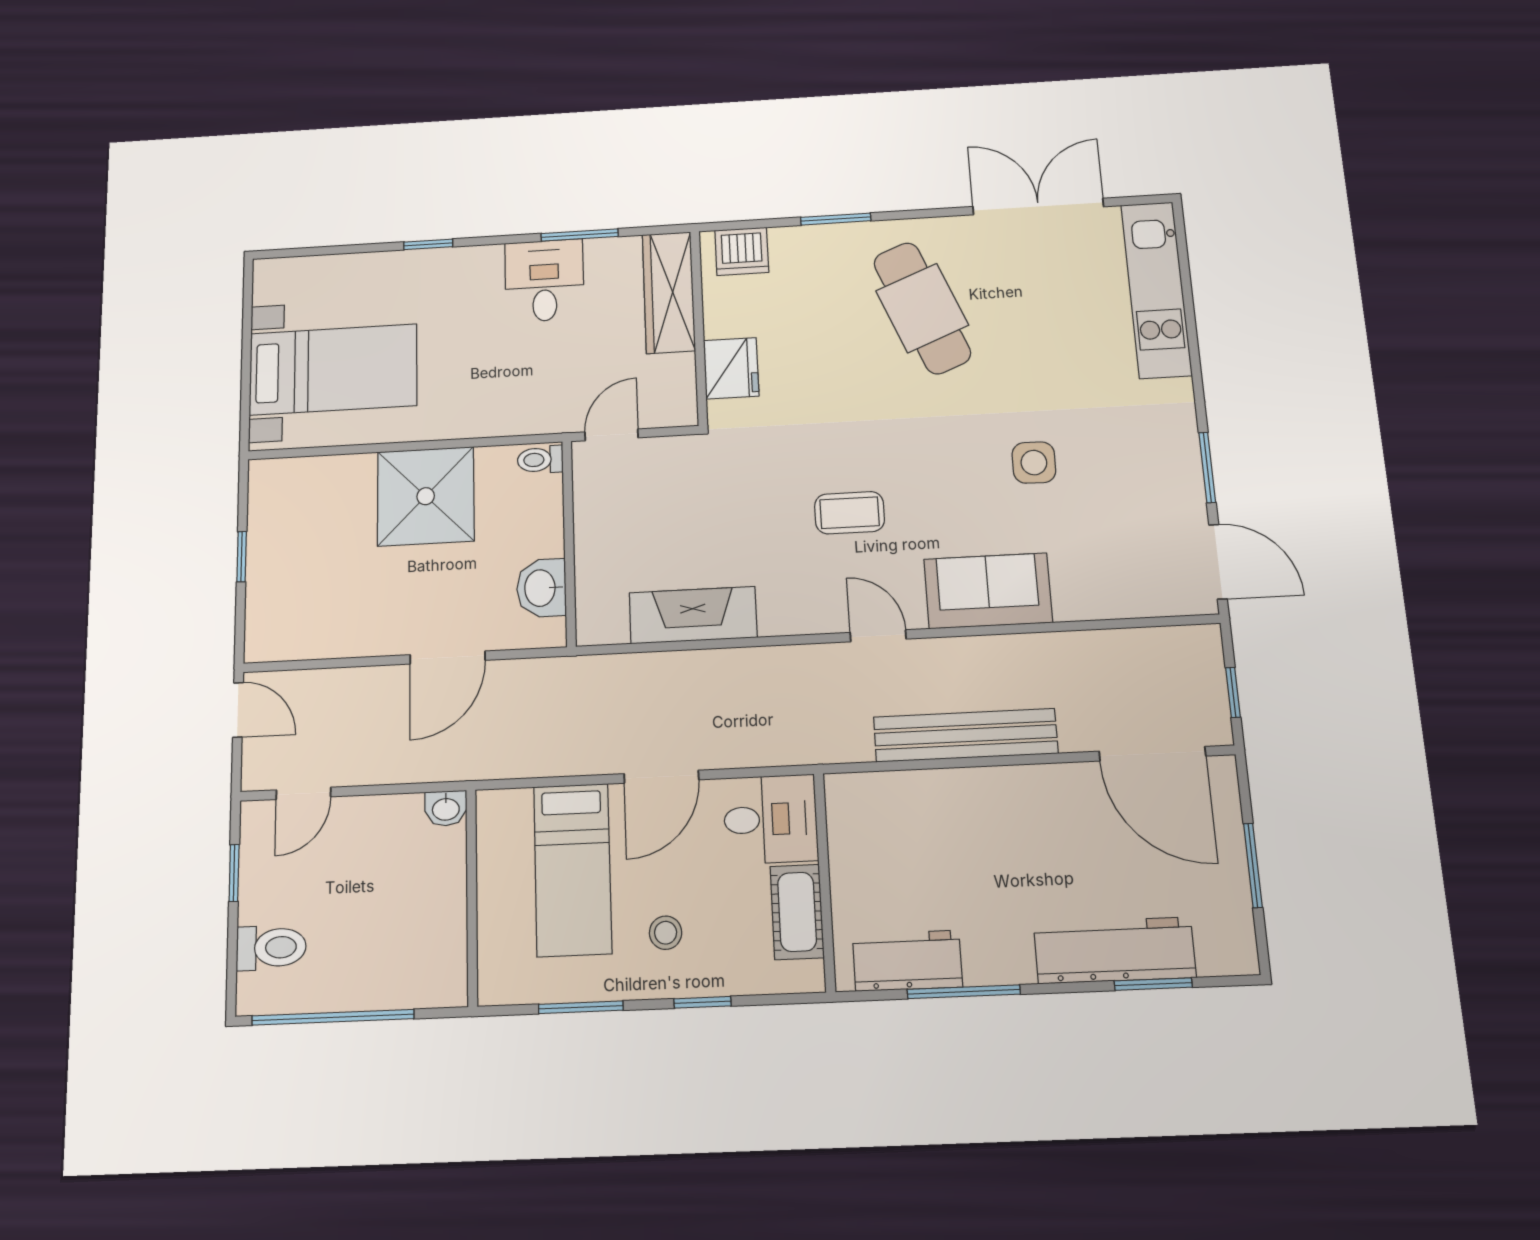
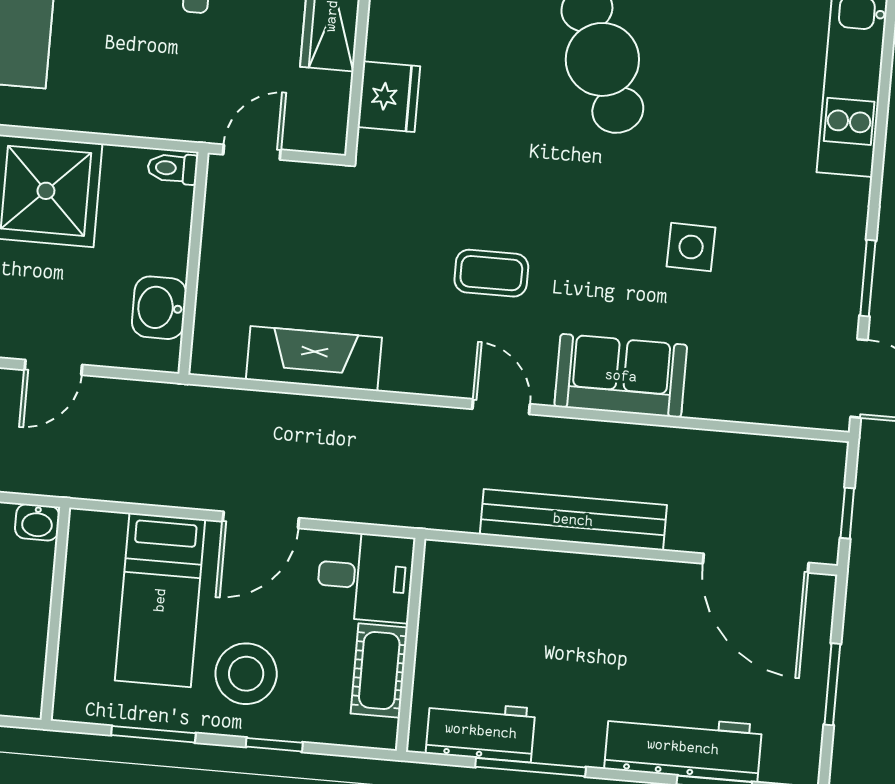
door: (448, 657) -> (53, 367), width x0.73
stool: (666, 933) -> (246, 674), width x1.89, depth x1.89

